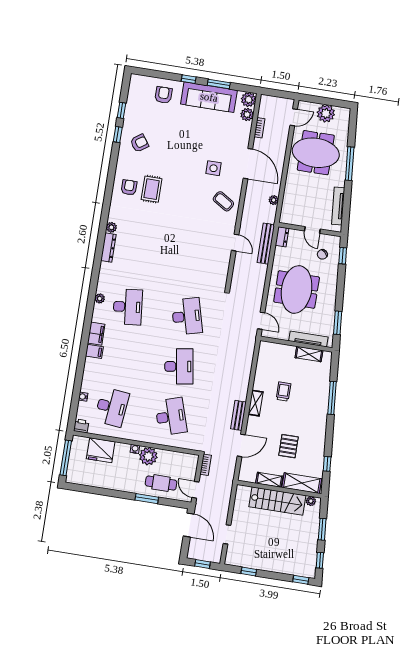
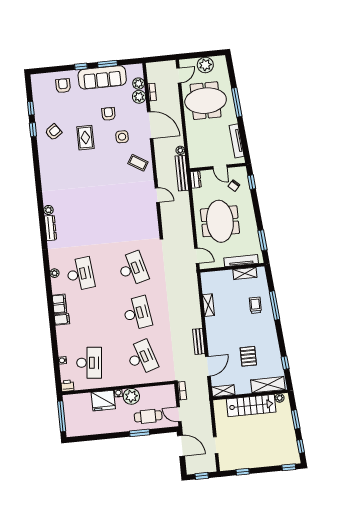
plant: (249, 100) -> (139, 97), moved
armchair: (129, 187) -> (109, 114), moved
rug: (152, 189) -> (85, 138), moved
bench: (266, 244) -> (182, 173), moved
trolley: (283, 391) -> (255, 305), moved
shelving: (256, 403) -> (208, 305), moved
fridge: (101, 450) -> (103, 401), moved
shelving: (269, 480) -> (223, 391), moved

